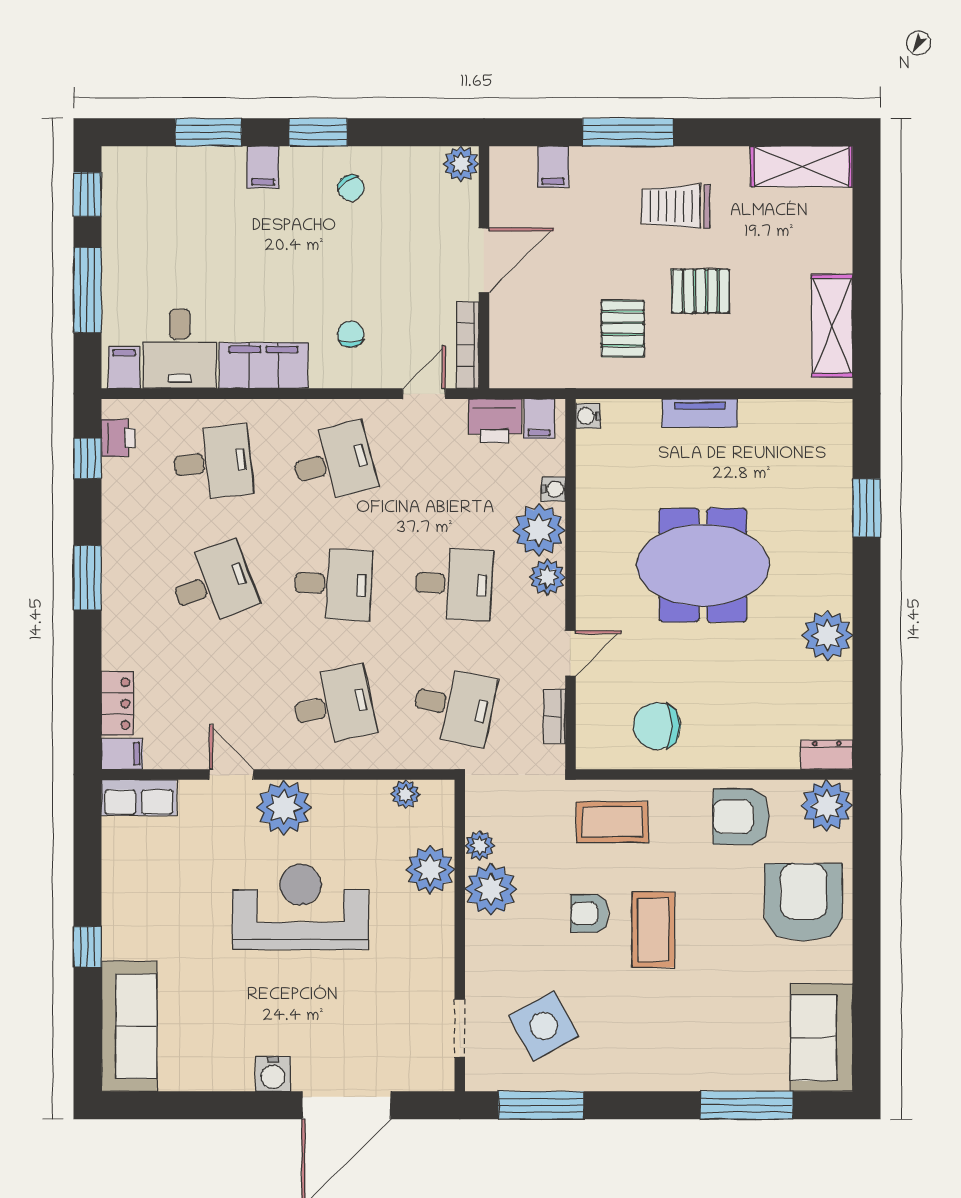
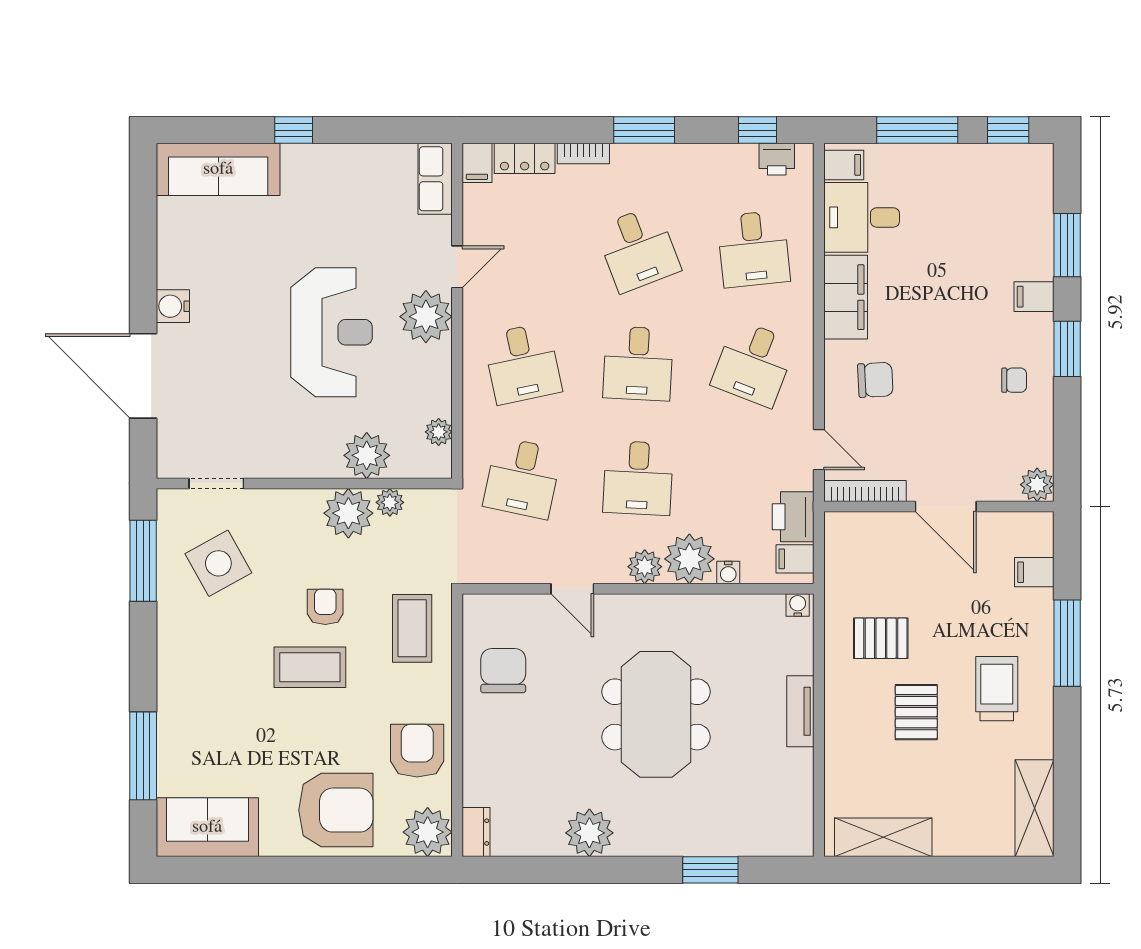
chair: (351, 188) -> (1014, 380), turned -145
chair: (351, 334) -> (875, 380), width x1.37, depth x1.37
desk: (333, 462) -> (754, 363), turned 36
bookcase: (554, 716) -> (583, 154), moved, turned 180

